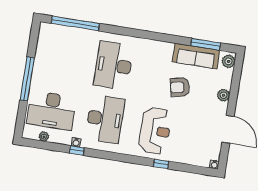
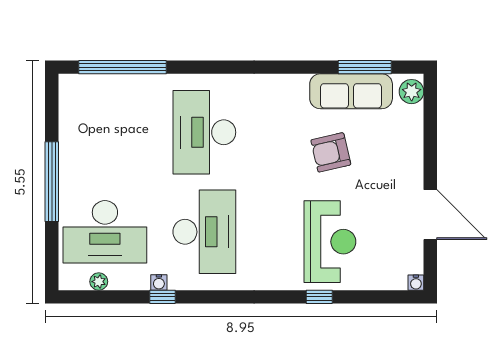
plant: (223, 95) -> (412, 154), removed
reception desk: (155, 131) -> (330, 242), moved

